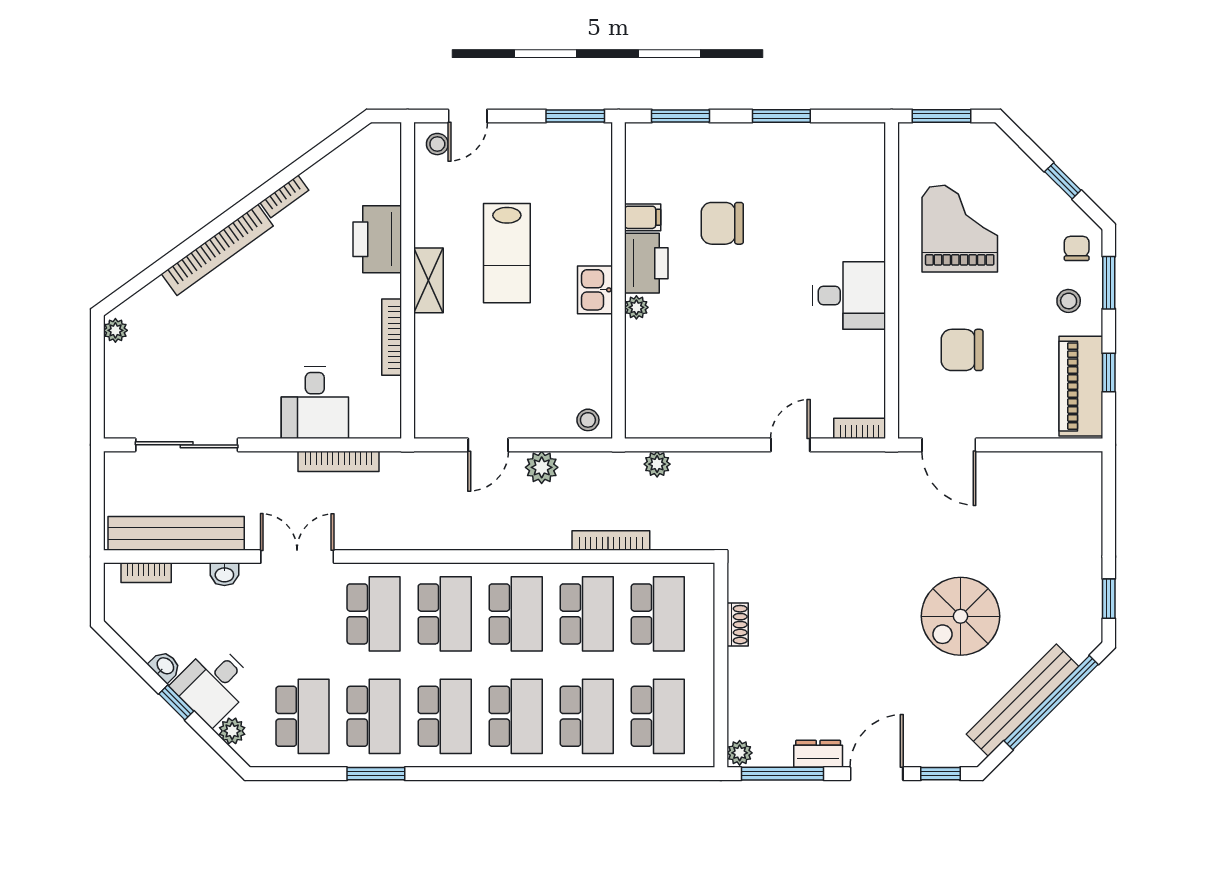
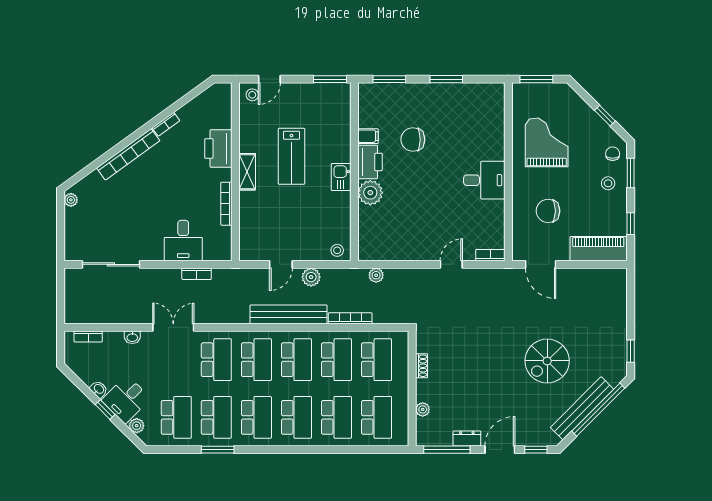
plant: (636, 307) -> (370, 193), width x1.88, depth x1.88
piano: (1081, 386) -> (598, 249), moved, turned 90
bookcase: (339, 461) -> (197, 274), width x0.64
bench: (176, 533) -> (289, 314), moved
plant: (740, 753) -> (423, 409), moved

